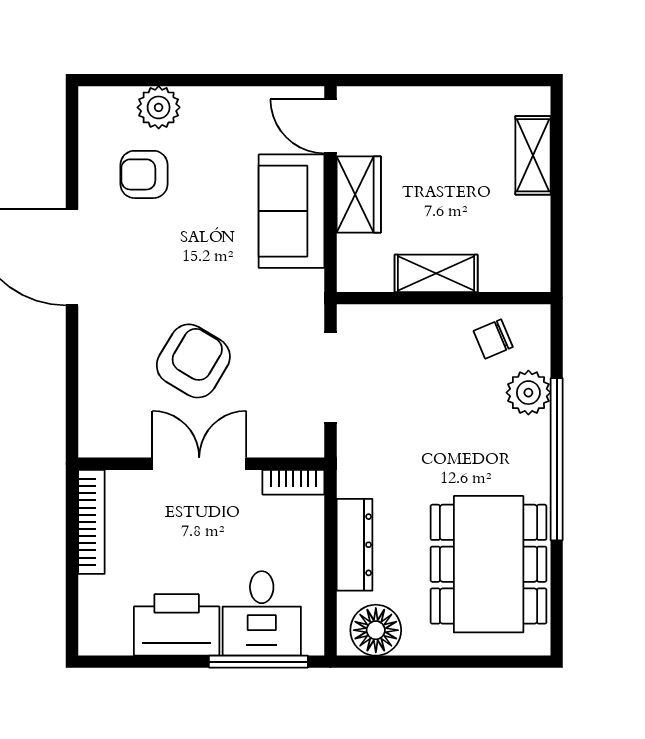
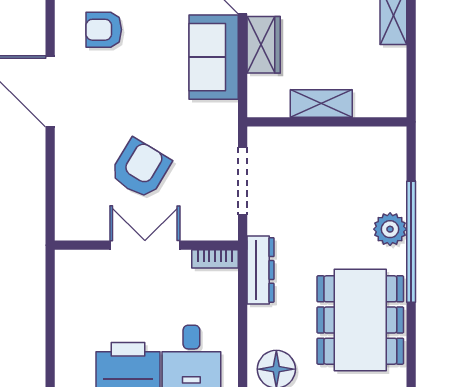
chair: (493, 339) -> (364, 152), removed
plant: (528, 393) -> (390, 229), moved
bookcase: (91, 522) -> (65, 289), removed
dresser: (355, 545) -> (260, 270), moved

